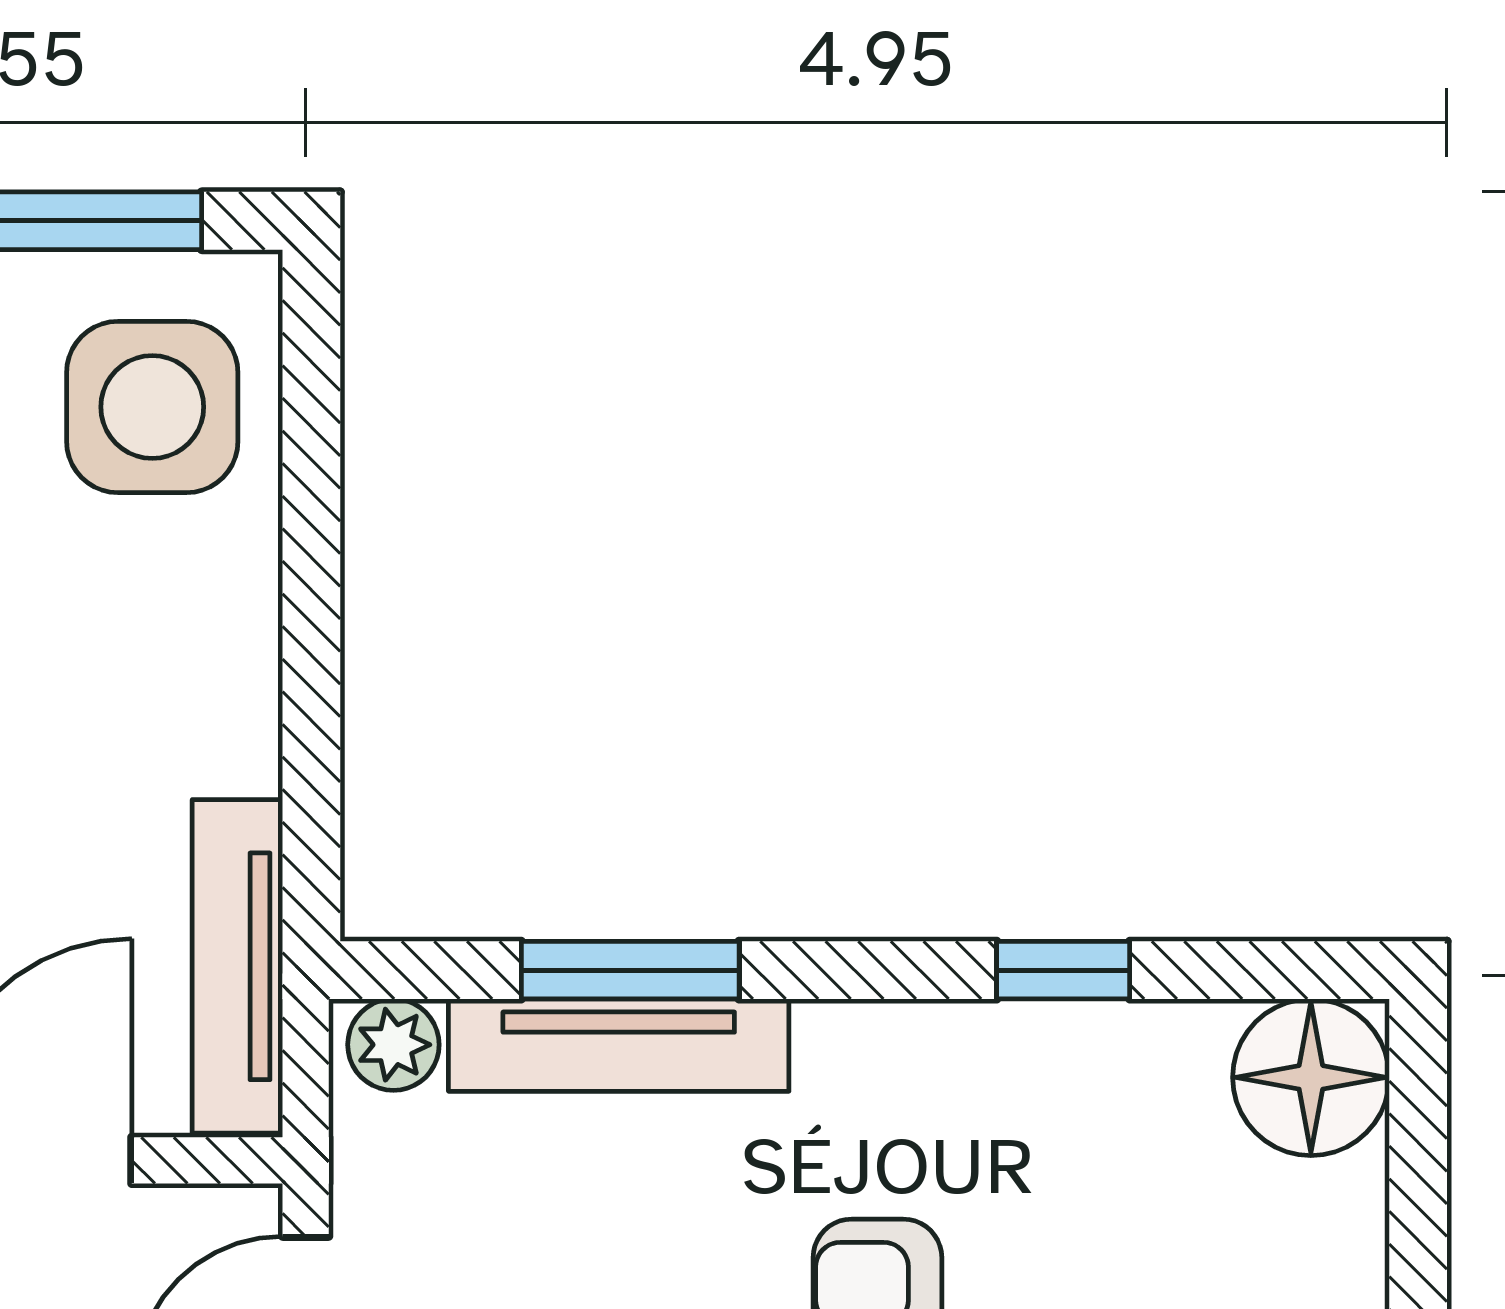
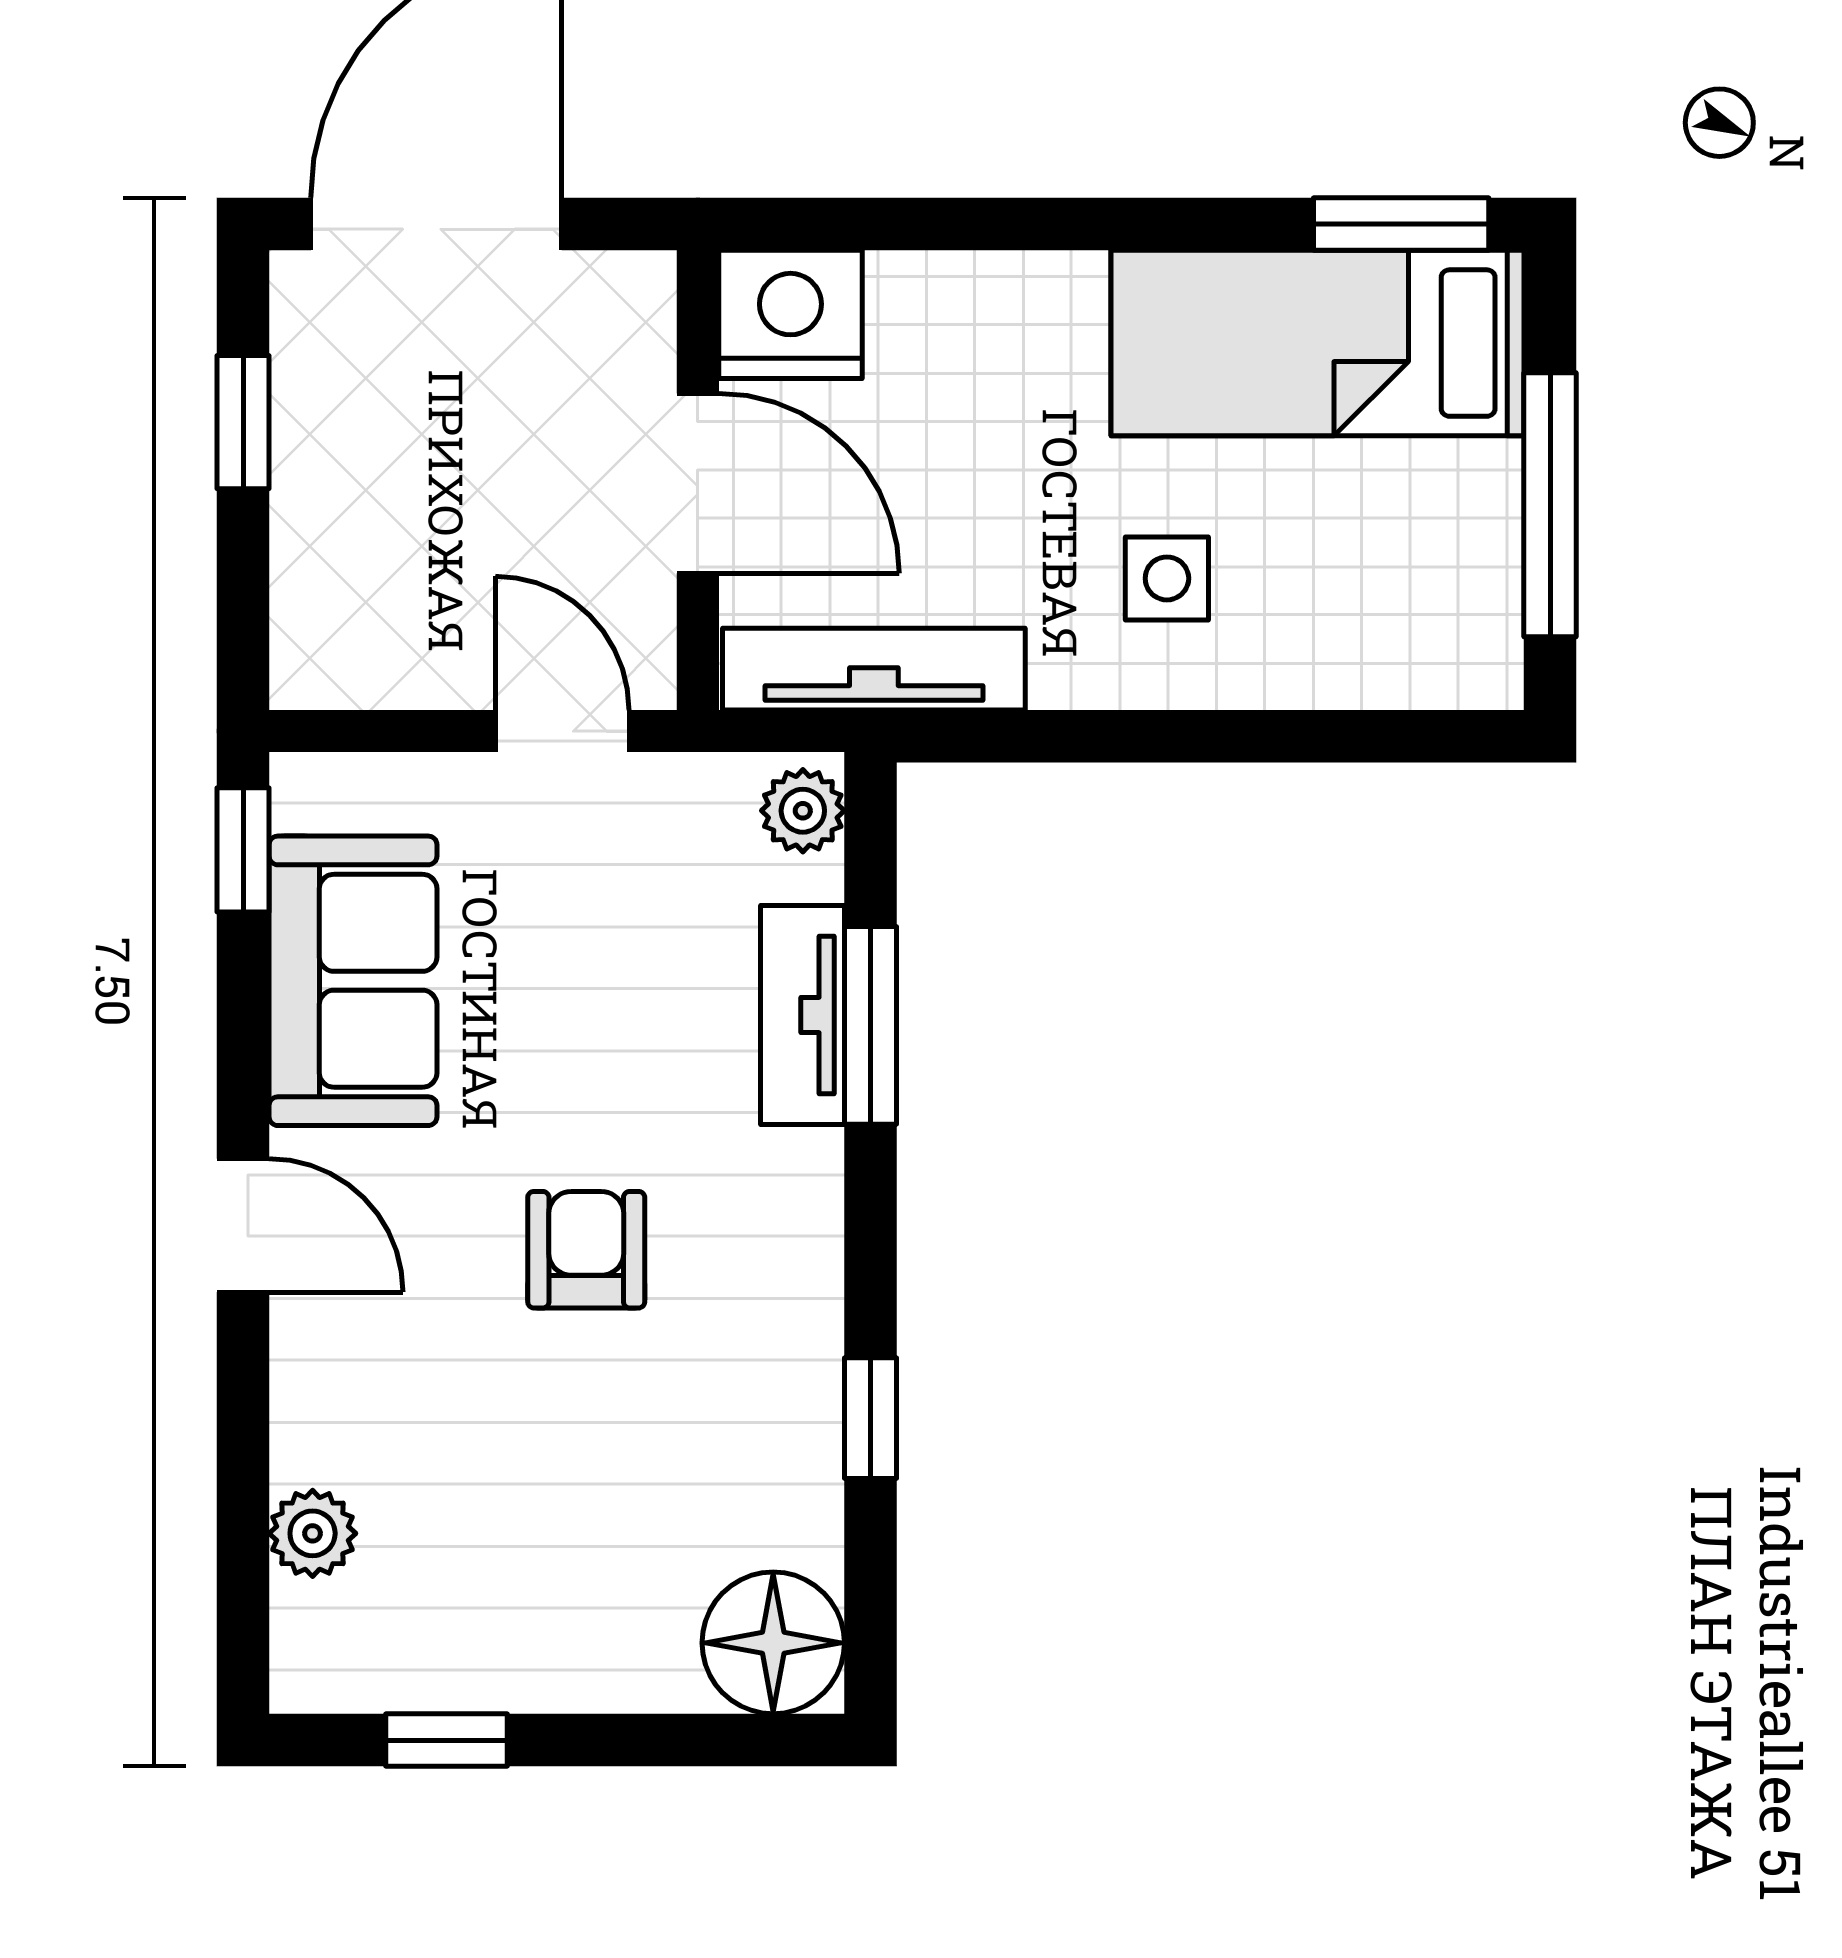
side table: (152, 407) -> (1167, 578), moved, width x0.54, depth x0.54
tv unit: (619, 1045) -> (802, 1015), width x0.71

